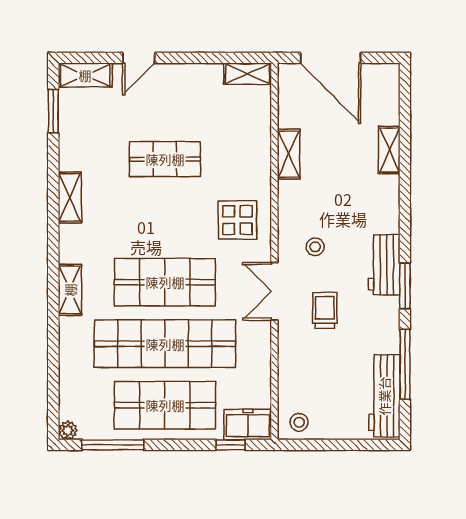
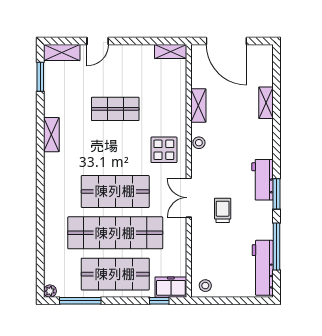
stool: (315, 247) -> (199, 143), moved
shelving: (70, 290) -> (51, 197), removed

